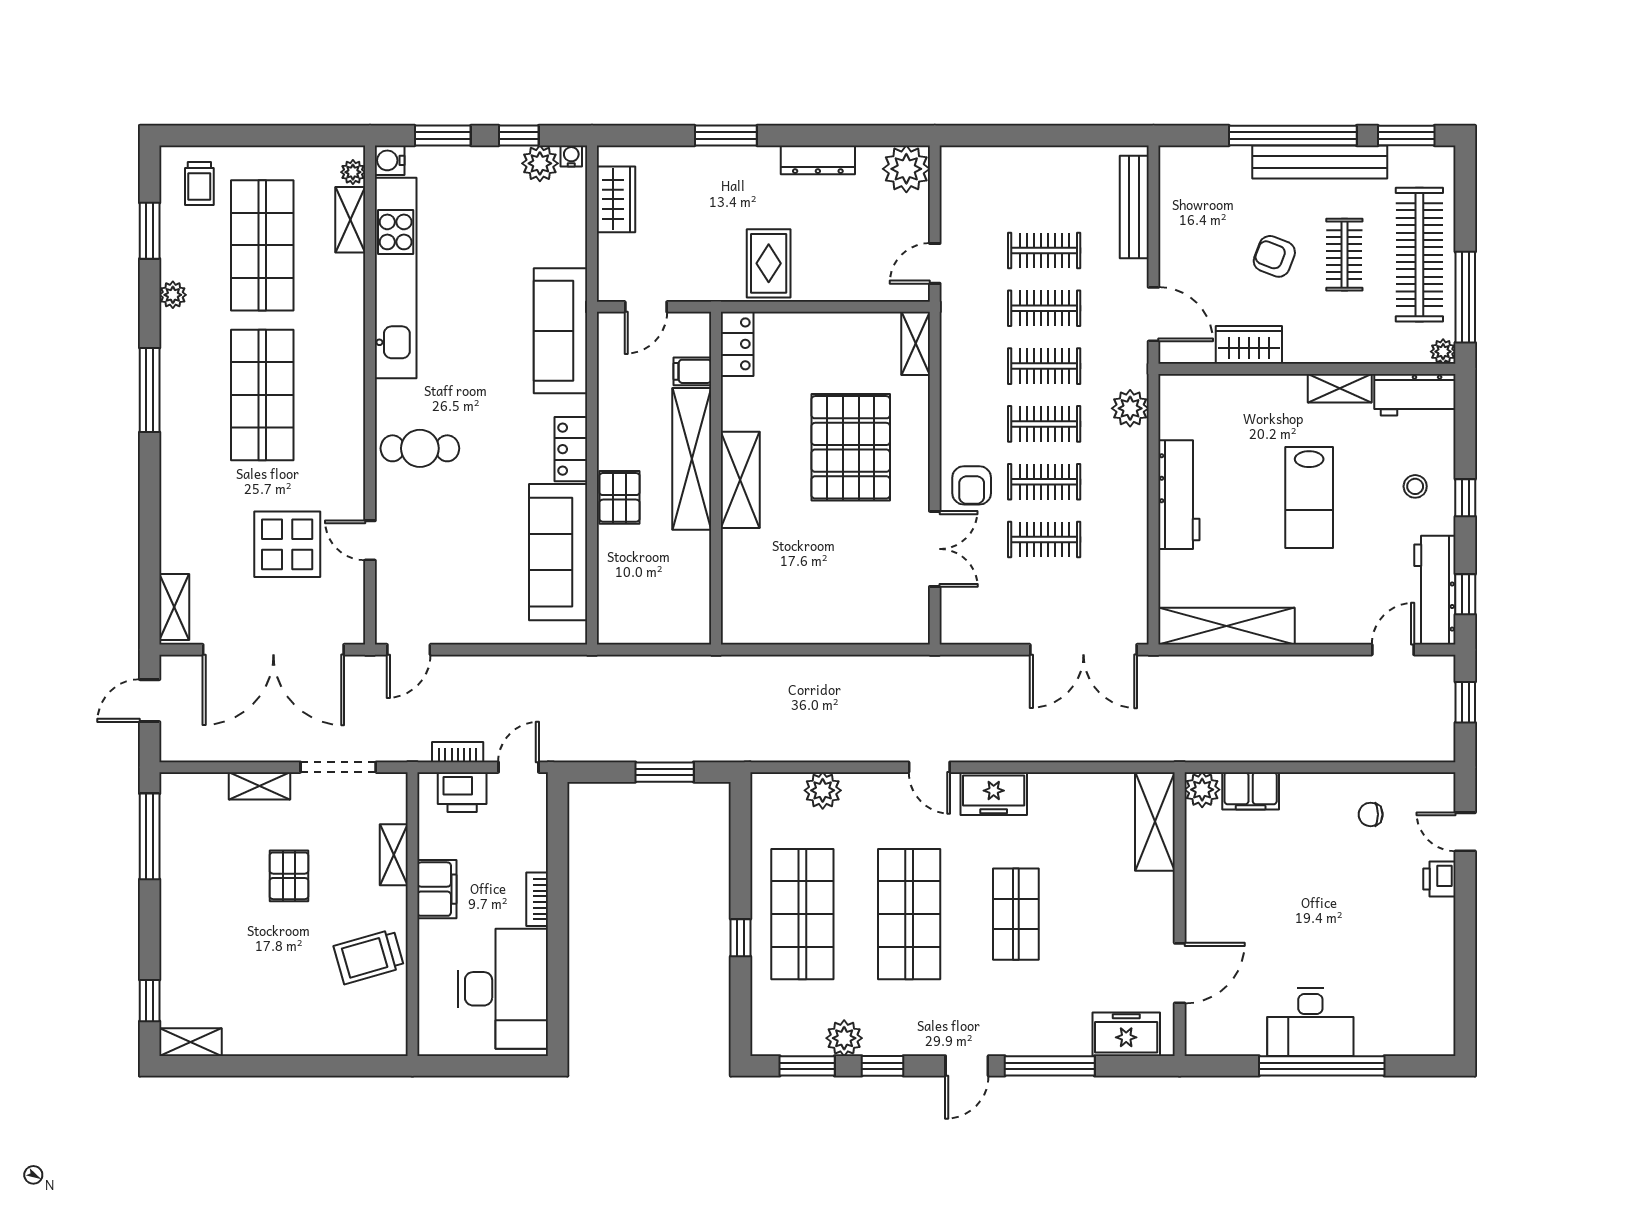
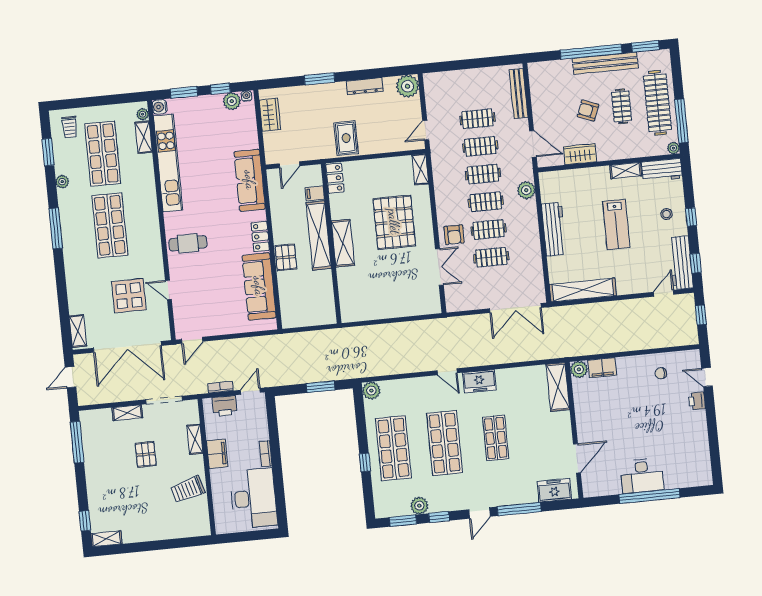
plant: (823, 790) -> (371, 391), moved

